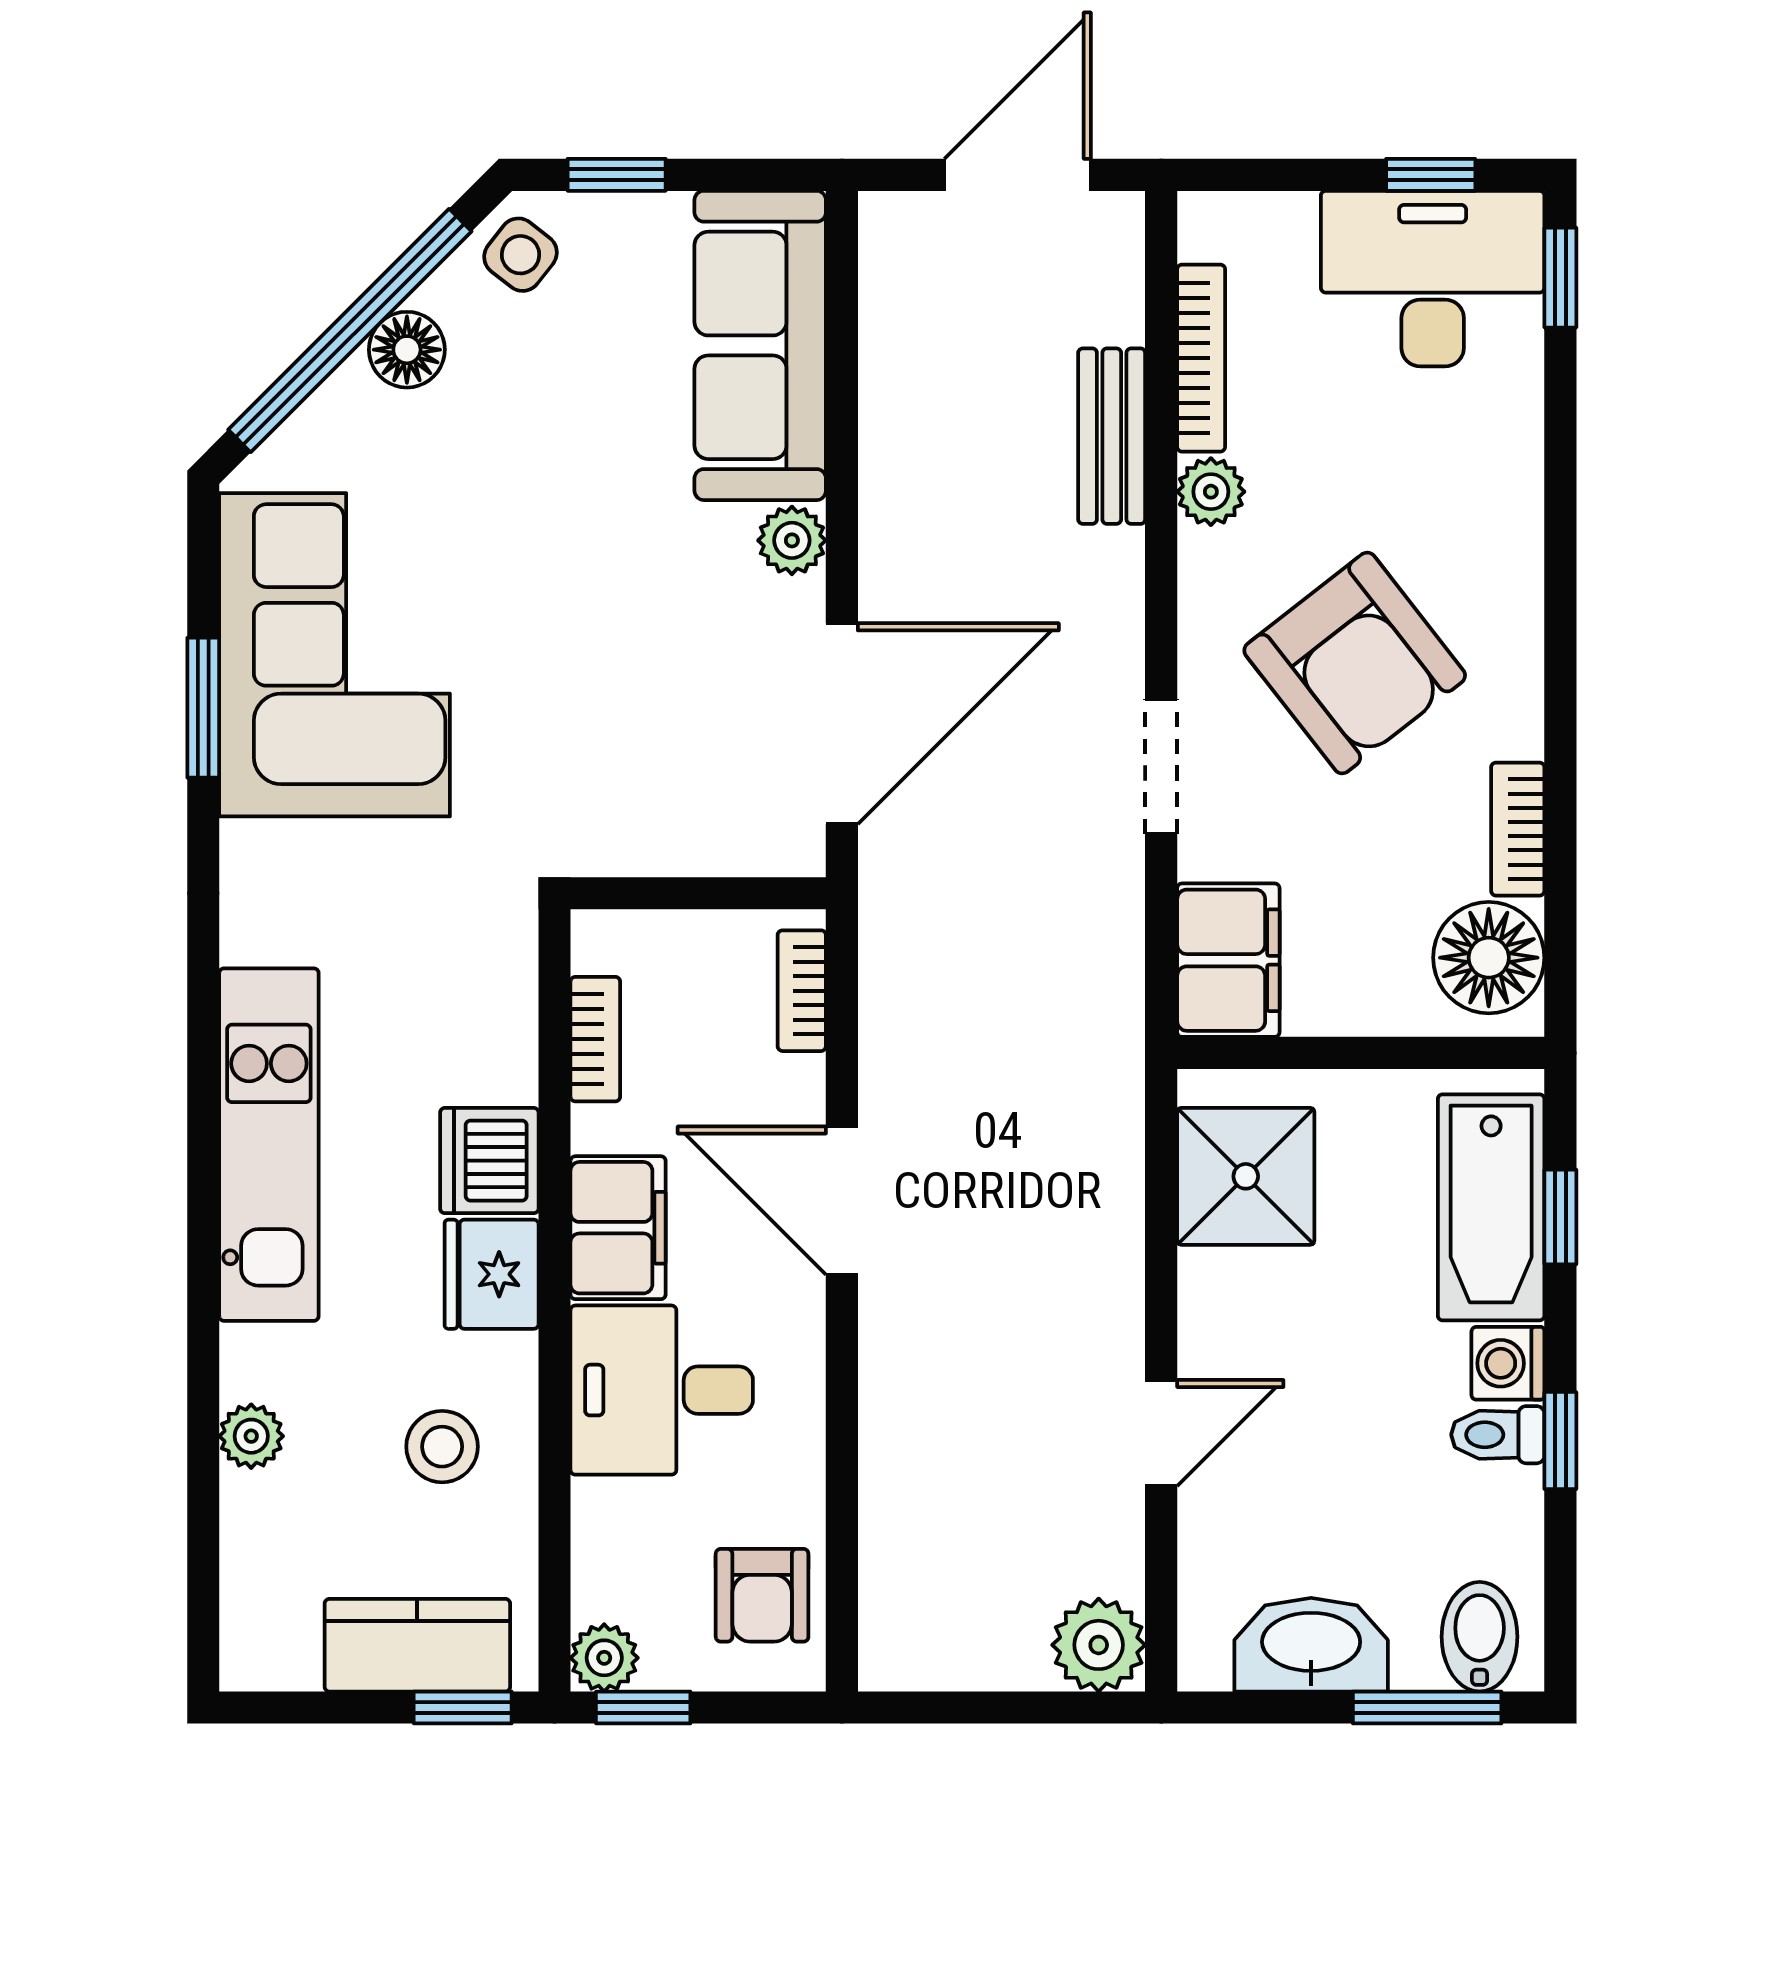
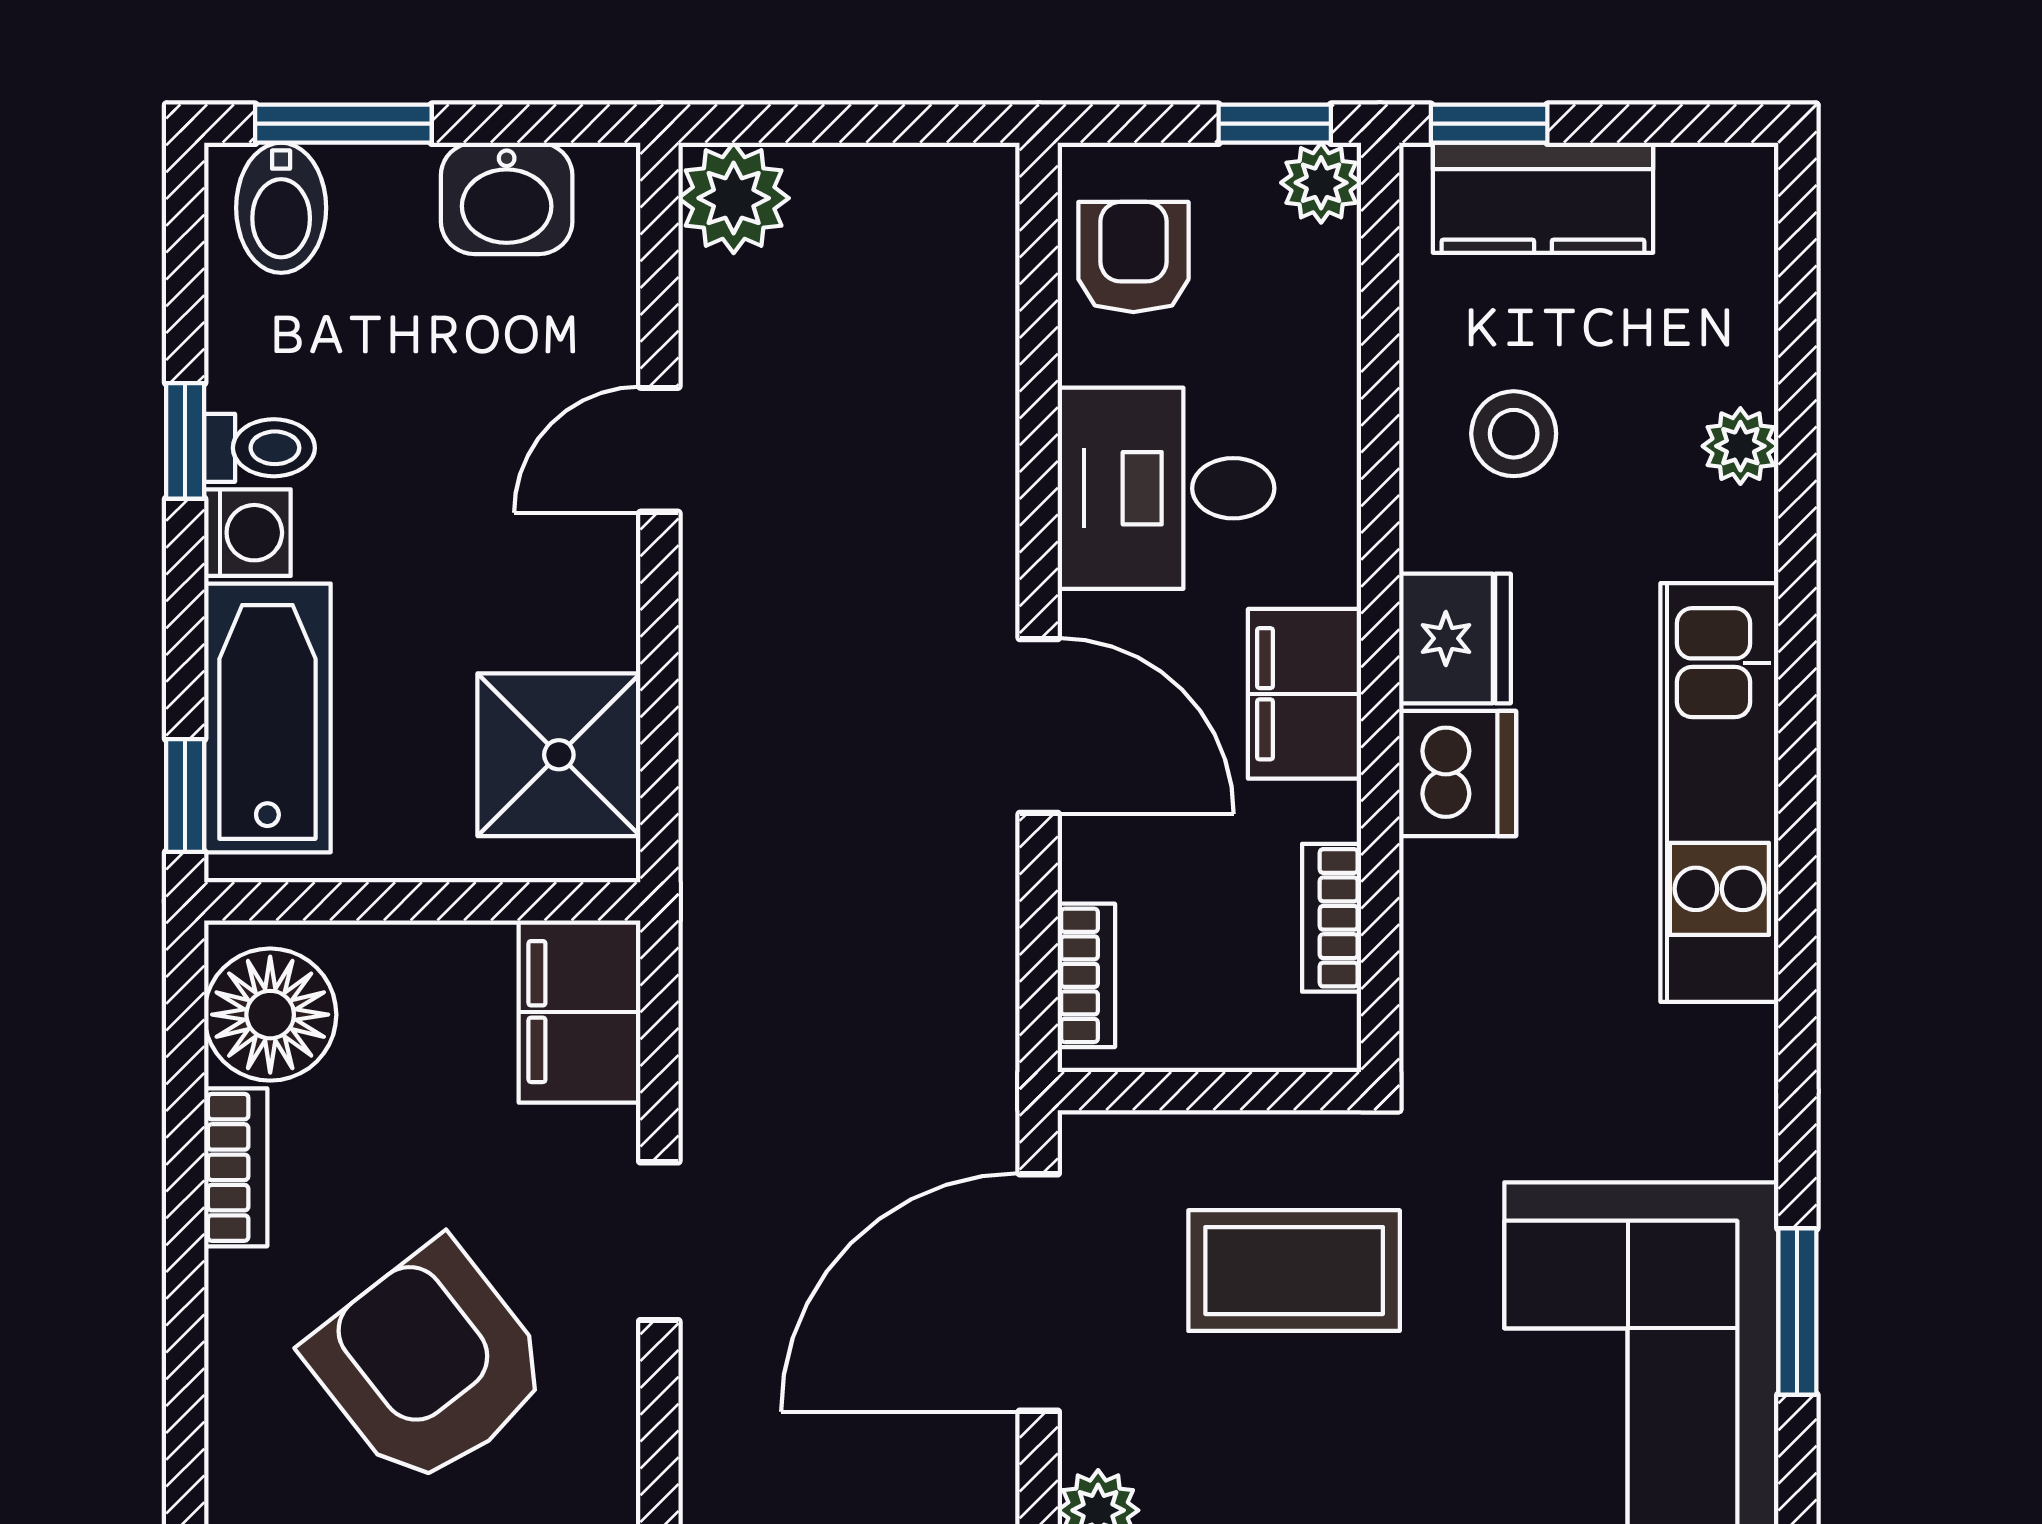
coffee table: (627, 742) -> (1294, 1271), added
window: (1560, 1217) -> (185, 796), moved
desk: (662, 1390) -> (1166, 488), moved, turned 180
washbasin: (1311, 1645) -> (507, 198), width x0.72

